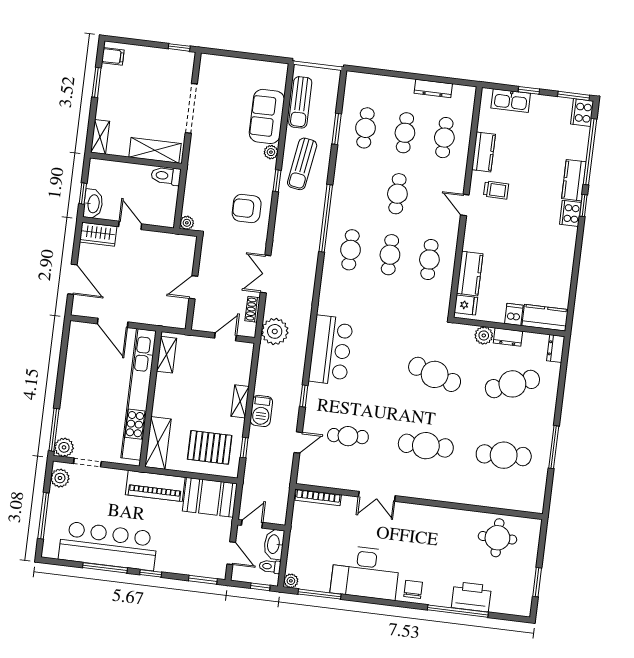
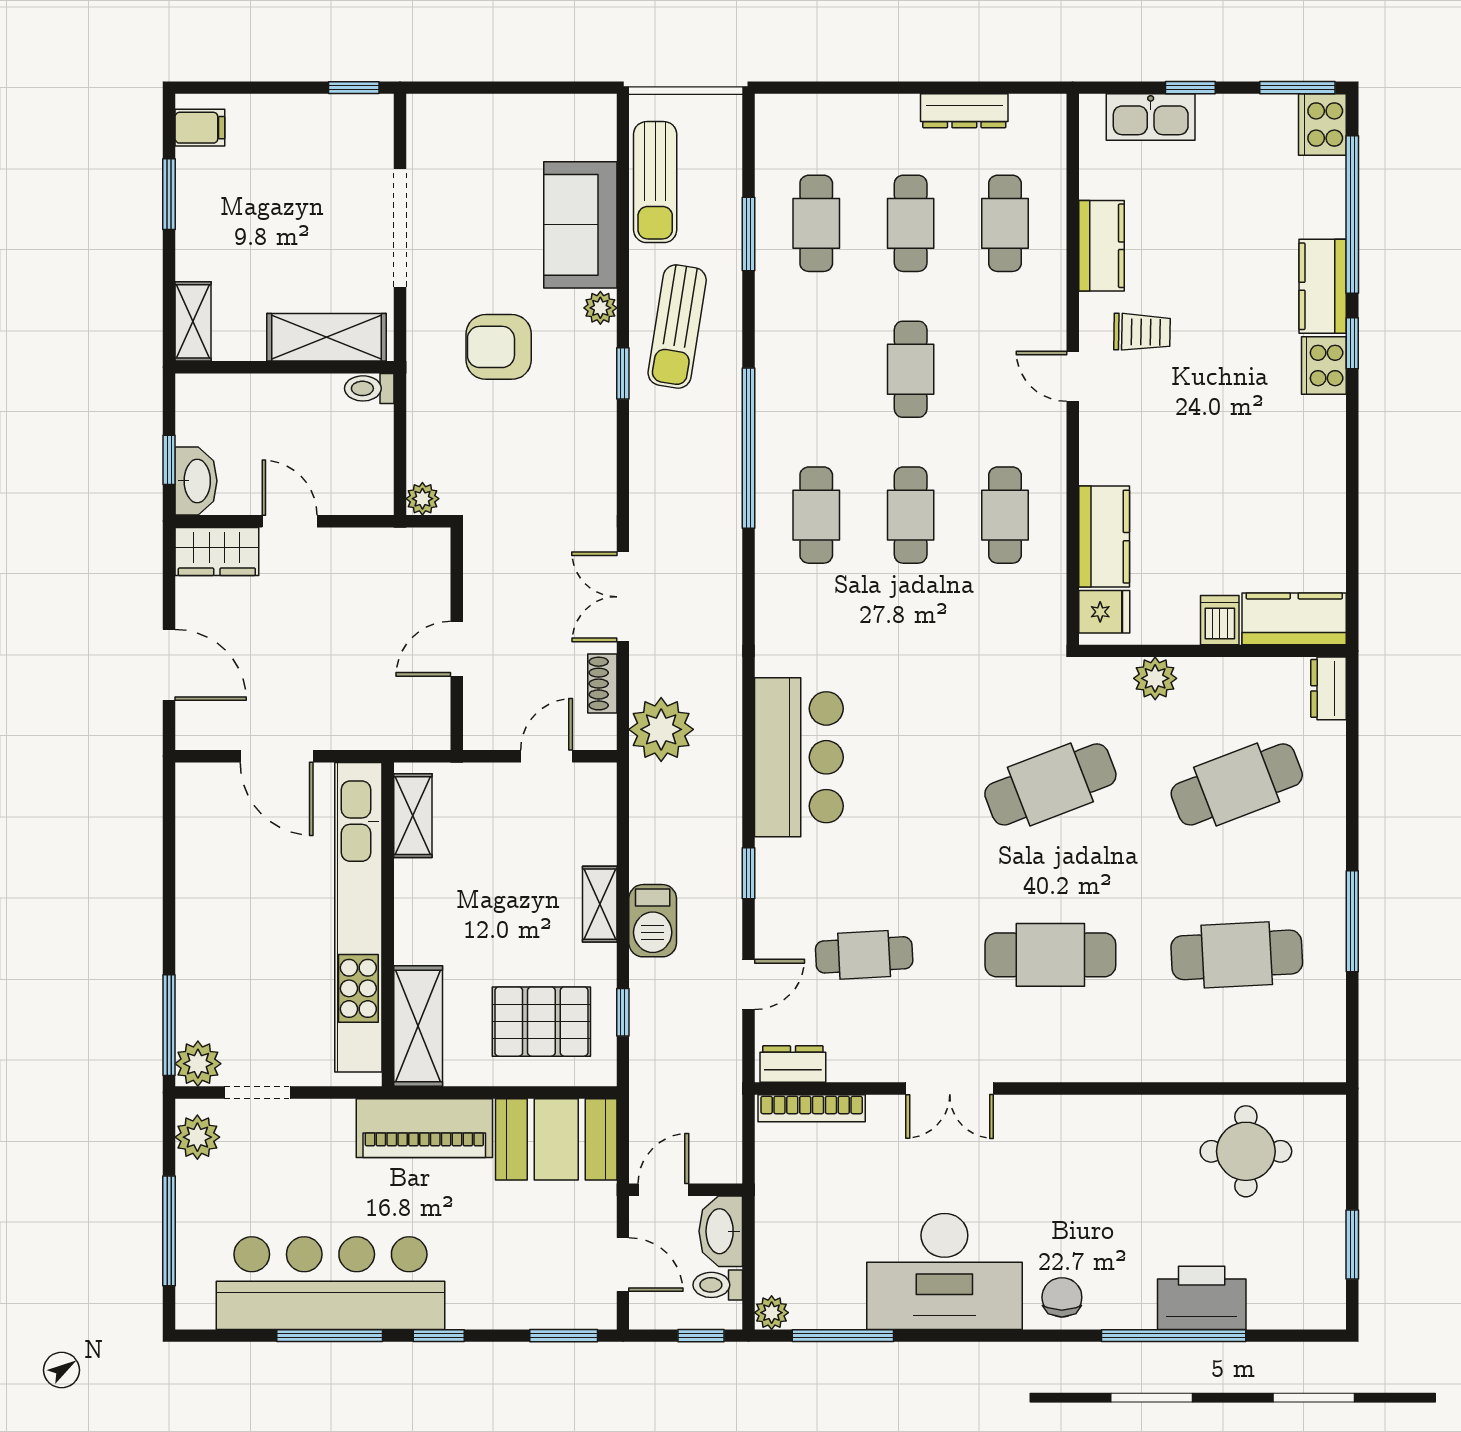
toilet: (166, 176) -> (369, 388), width x0.73, depth x0.72
armchair: (247, 208) -> (499, 347), moved
dresser: (508, 337) -> (793, 1064), moved, turned 180
cafe table: (435, 374) -> (1050, 784), turned -39

